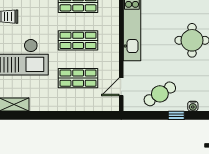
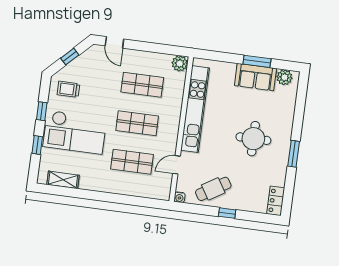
door: (121, 87) -> (176, 165), moved
water cooler: (193, 106) -> (180, 197), moved

